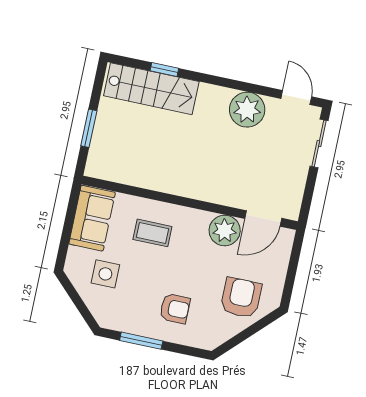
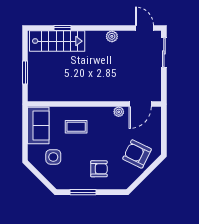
plant: (247, 110) -> (112, 36), width x0.53, depth x0.53
plant: (225, 231) -> (119, 112), width x0.53, depth x0.53
armchair: (241, 298) -> (137, 154), turned -64

